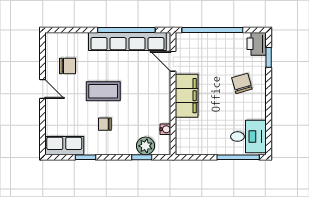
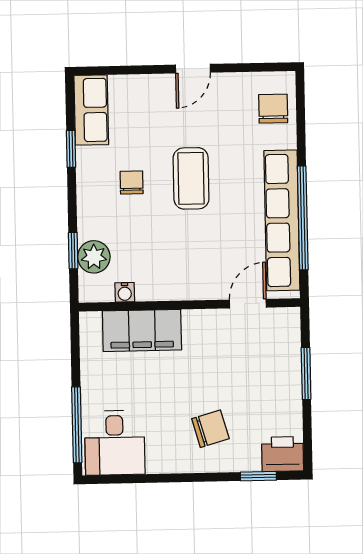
window: (212, 30) -> (306, 373), width x0.47
chair: (68, 66) -> (273, 109), moved, turned 180
filing cabinet: (187, 96) -> (142, 330), moved

